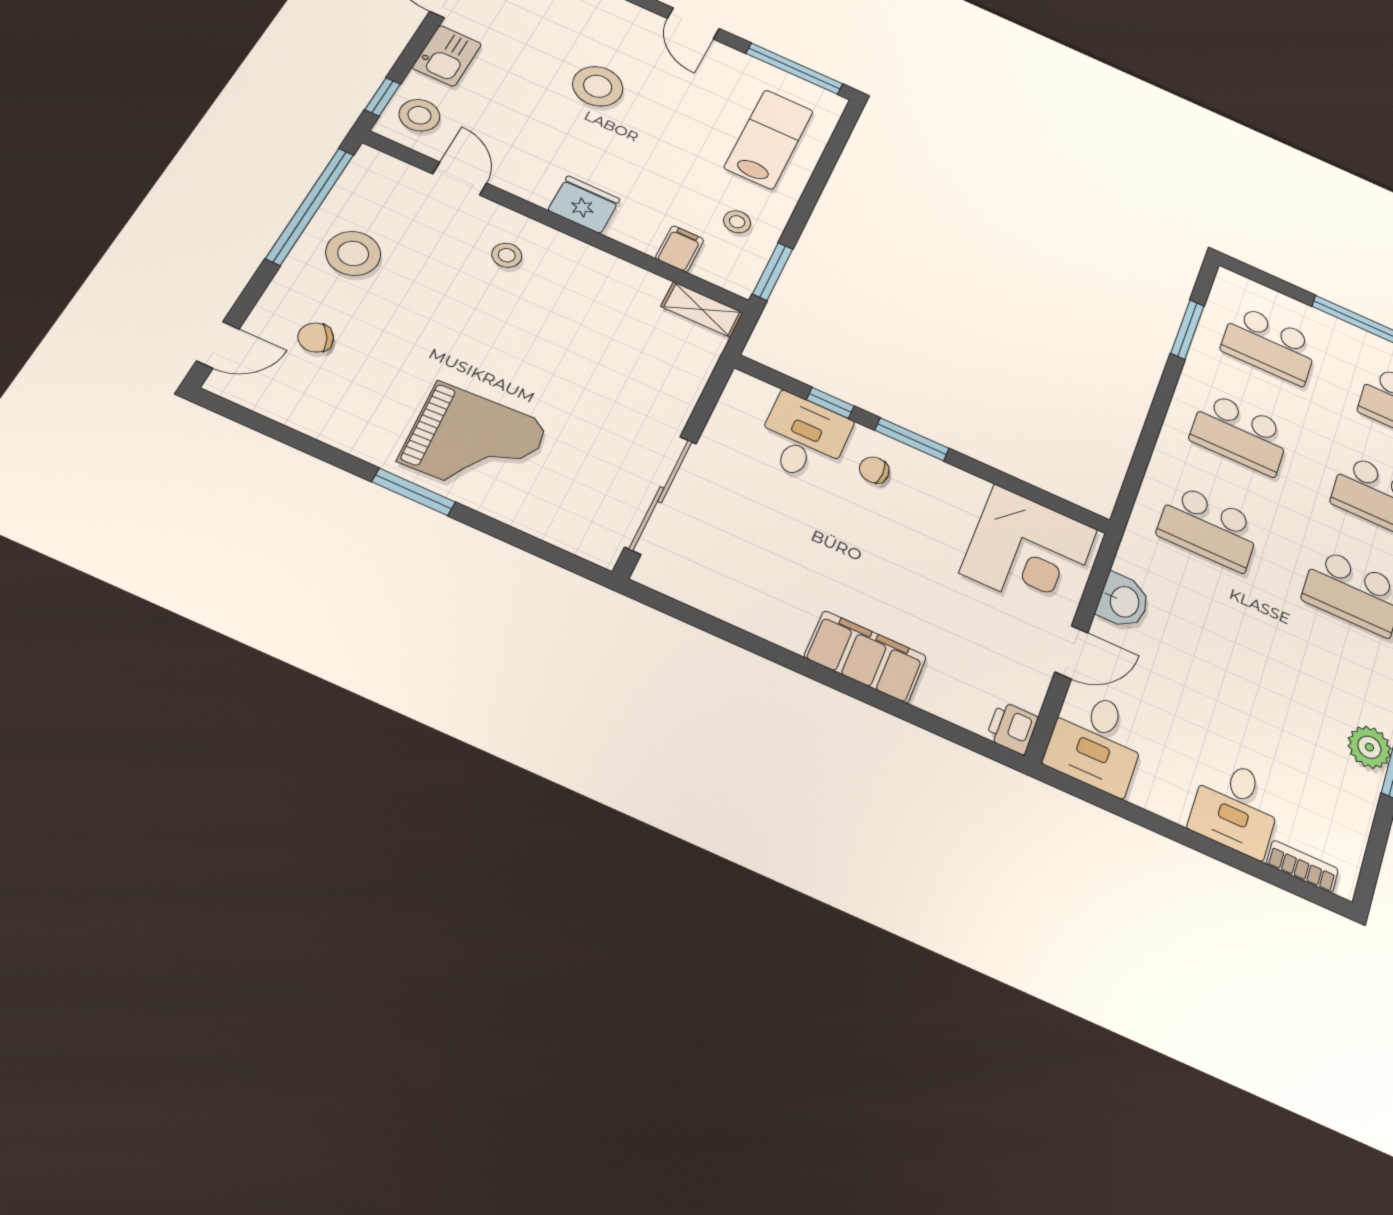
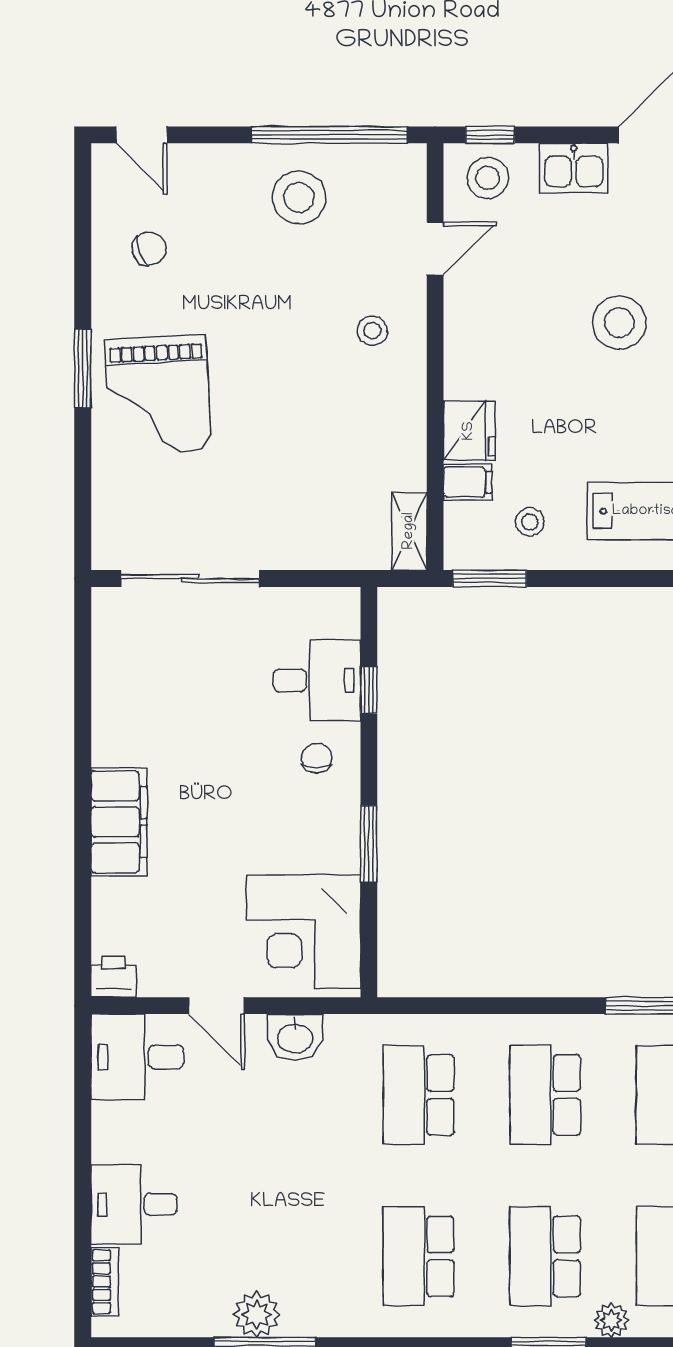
fridge: (584, 205) -> (469, 431), moved
chair: (316, 337) -> (149, 249), moved, turned 96
window: (912, 439) -> (369, 844), moved

